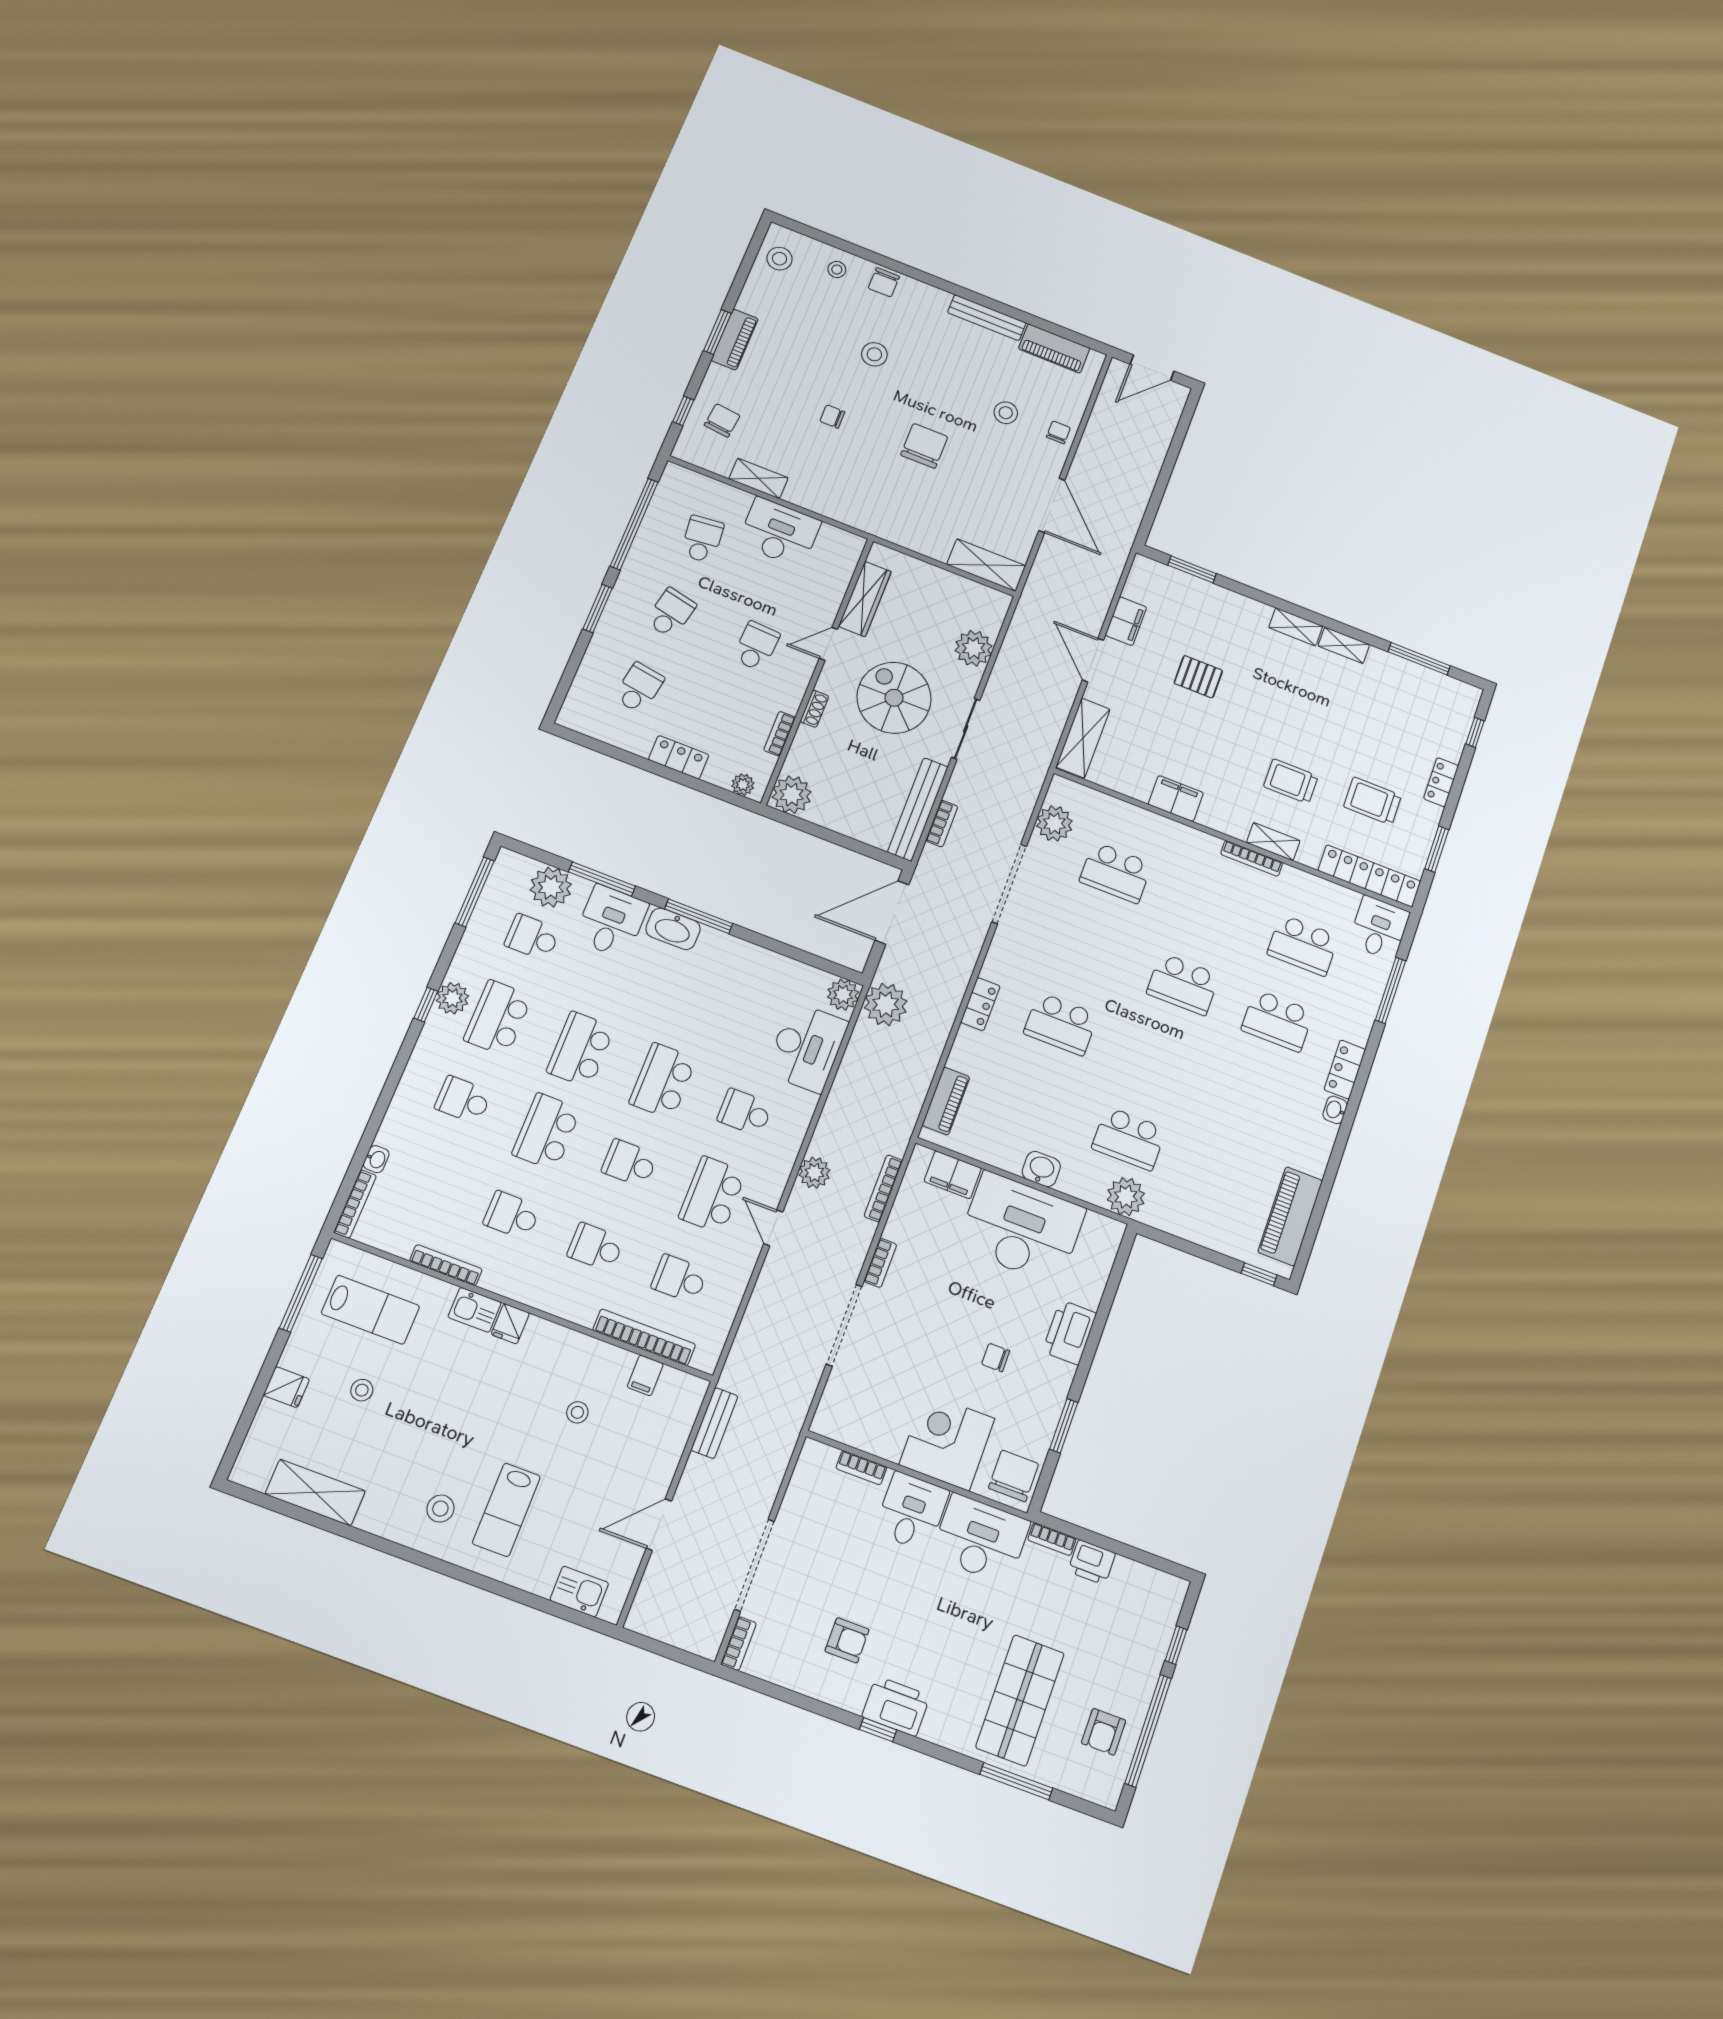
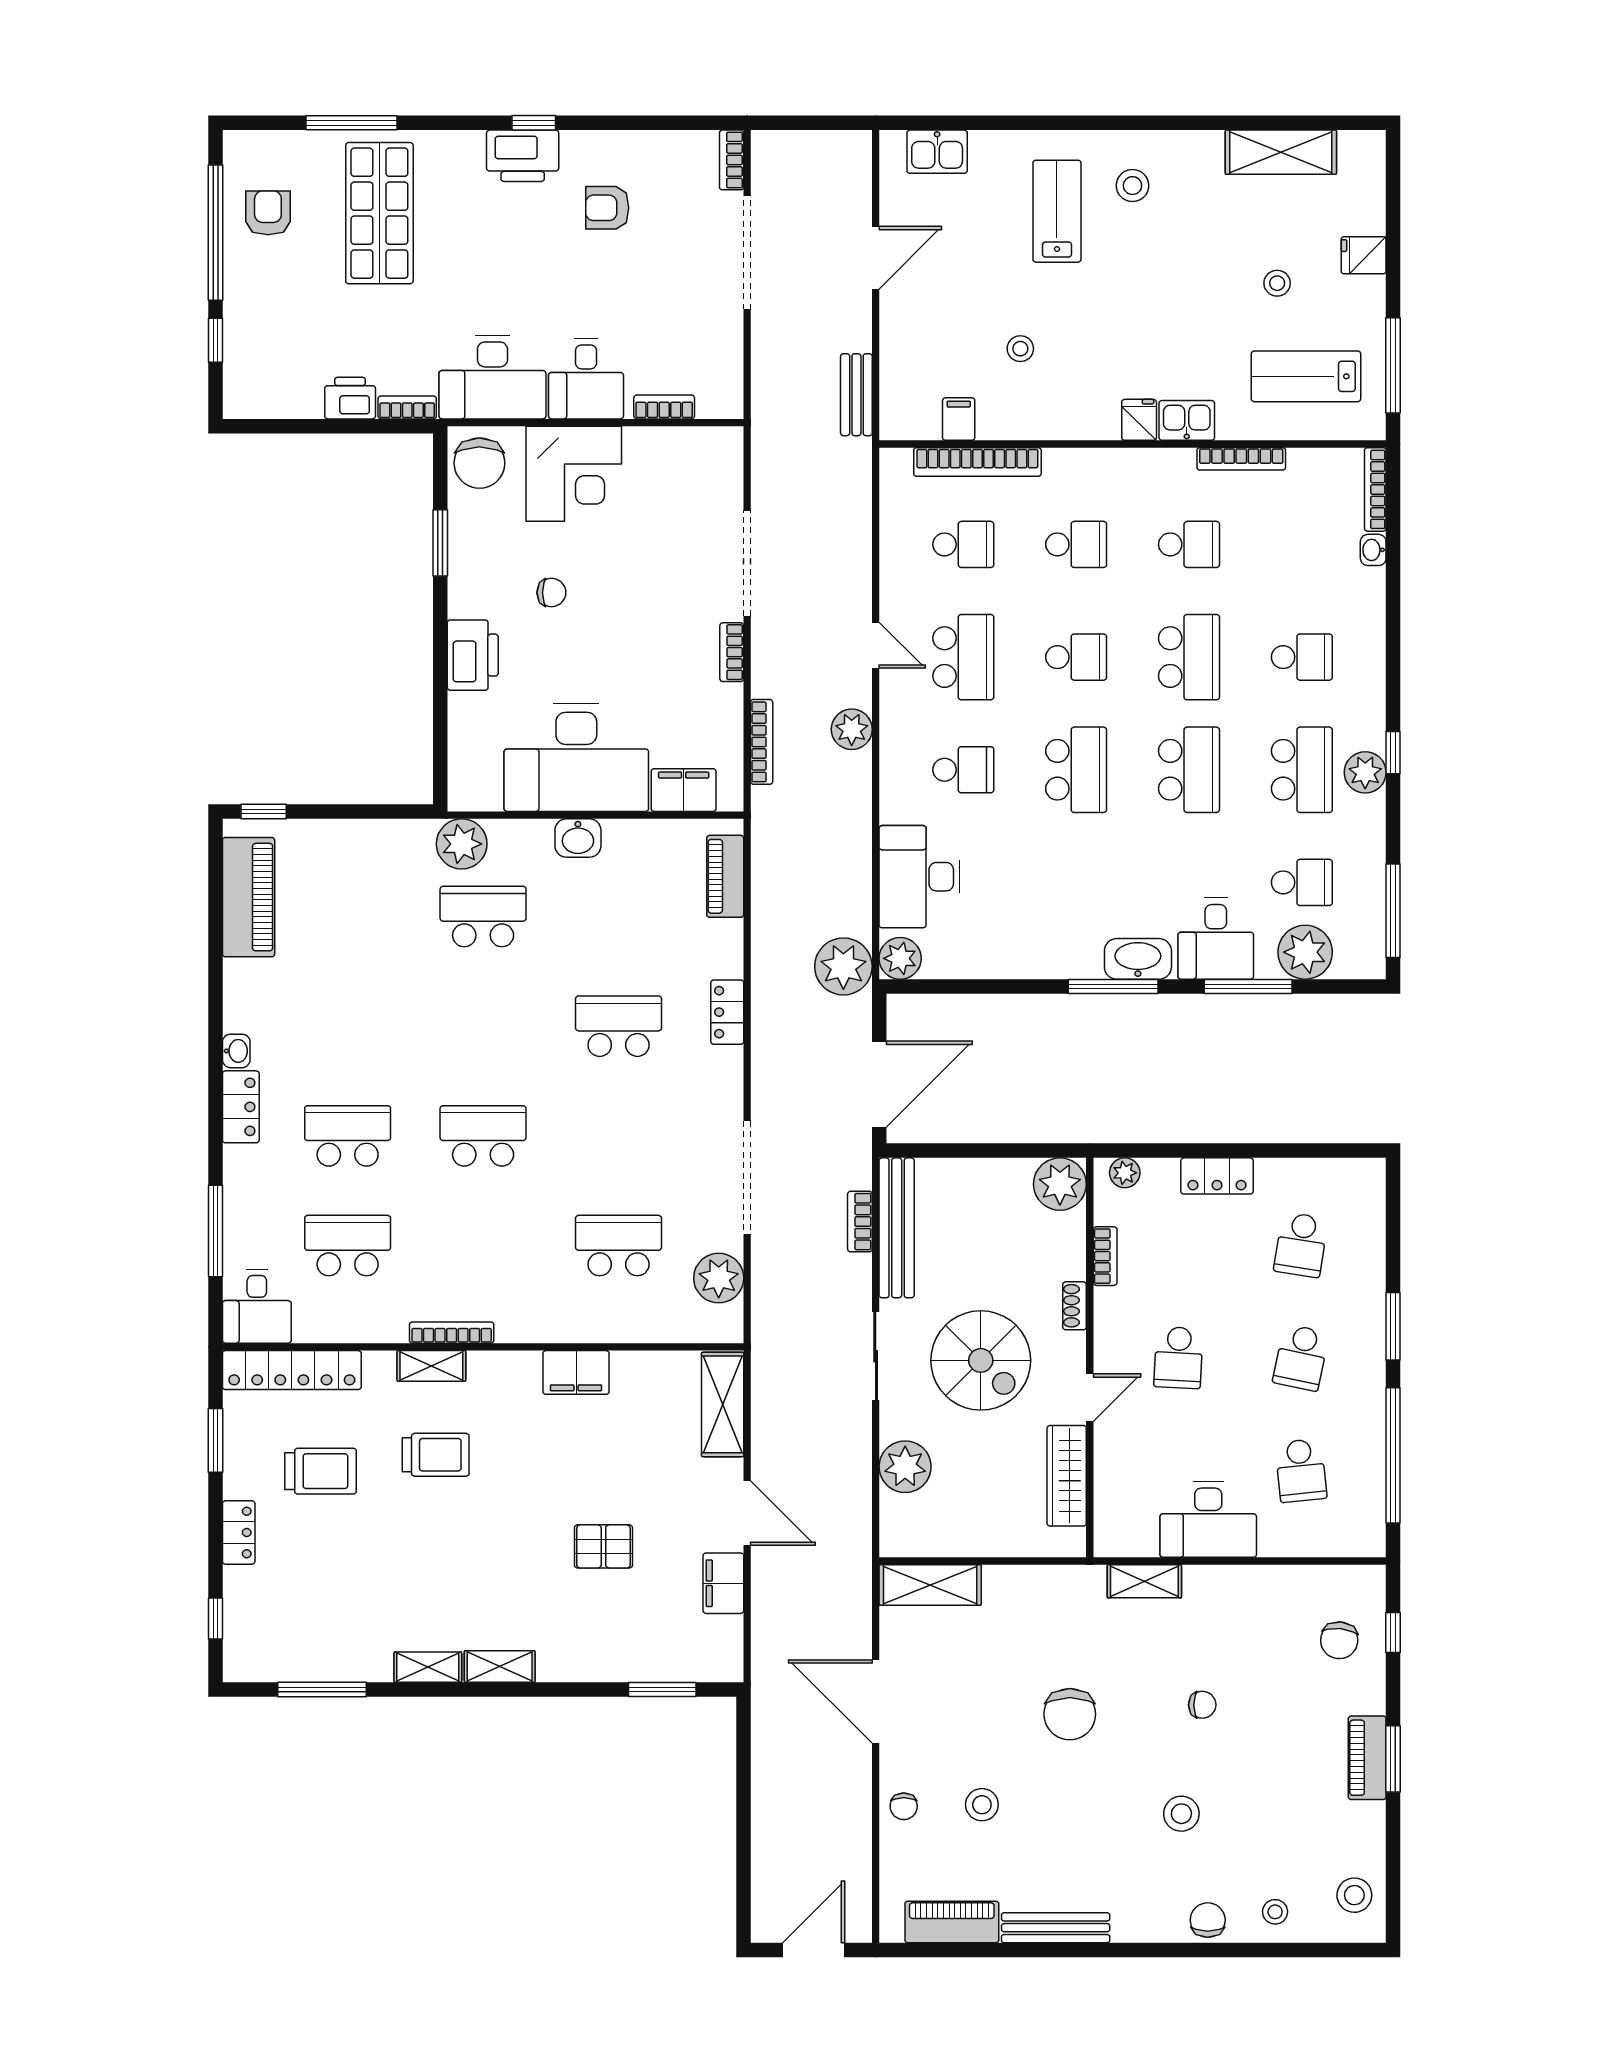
shelving: (758, 478) -> (1144, 1581), moved

